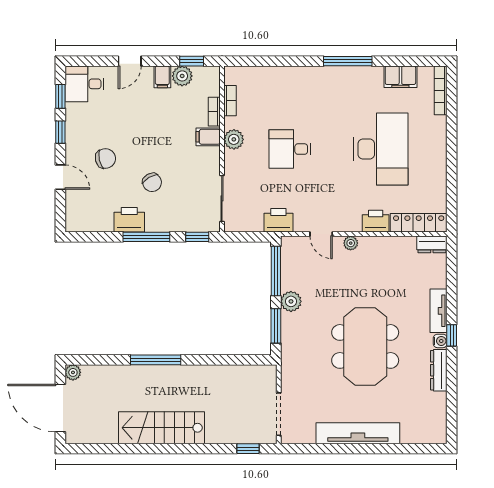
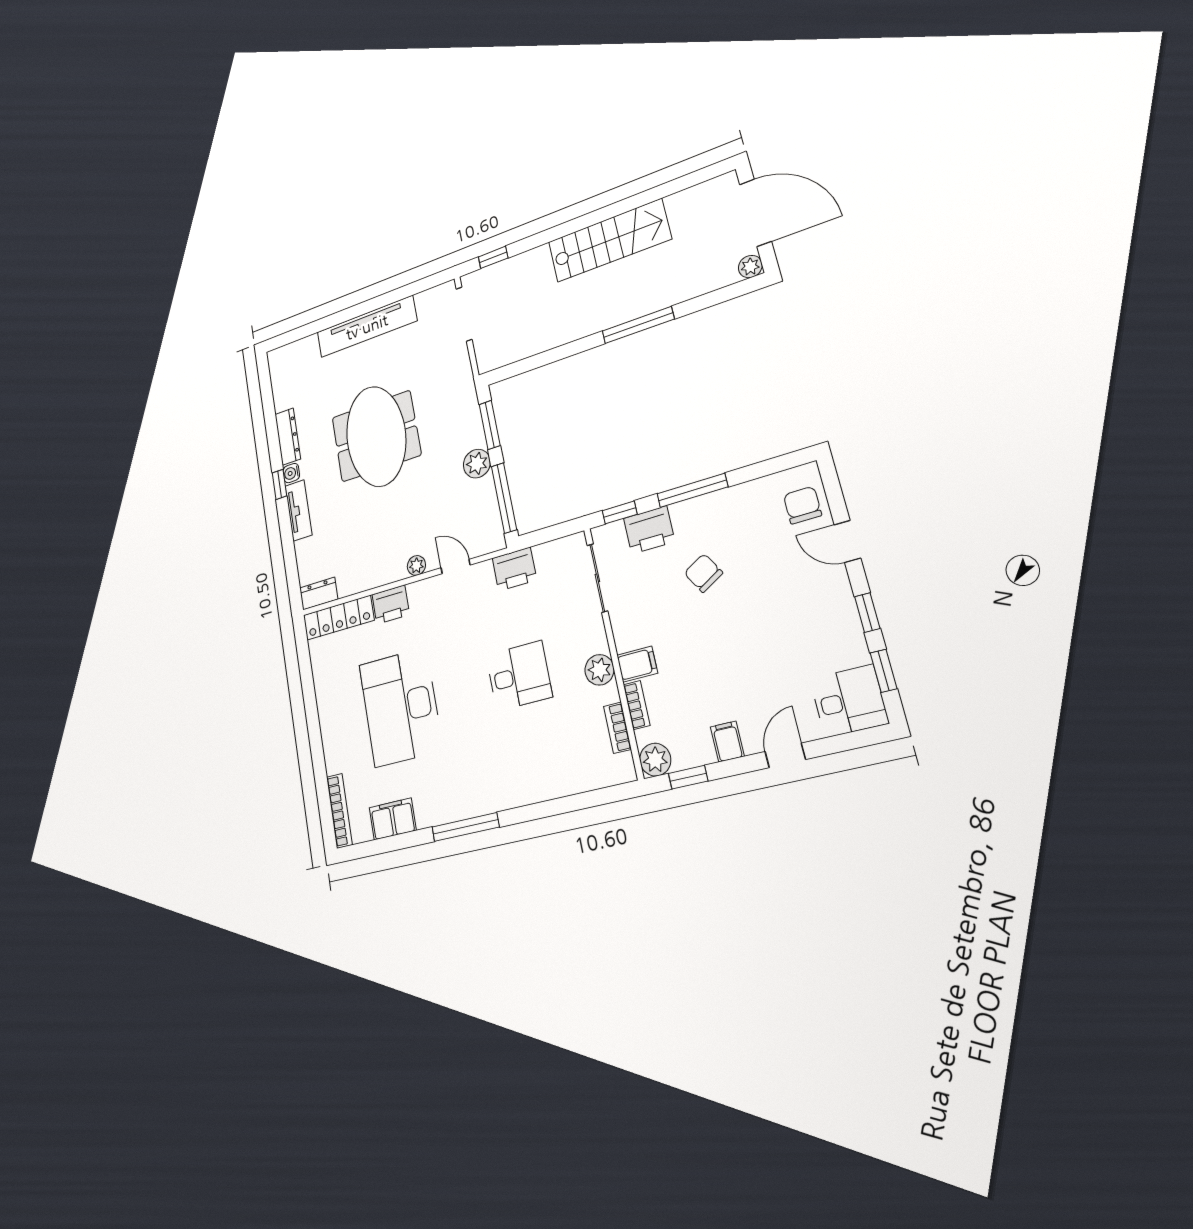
plant: (182, 76) -> (655, 760), moved
chair: (105, 158) -> (802, 505), moved, turned 103
printer: (129, 220) -> (649, 530), moved

